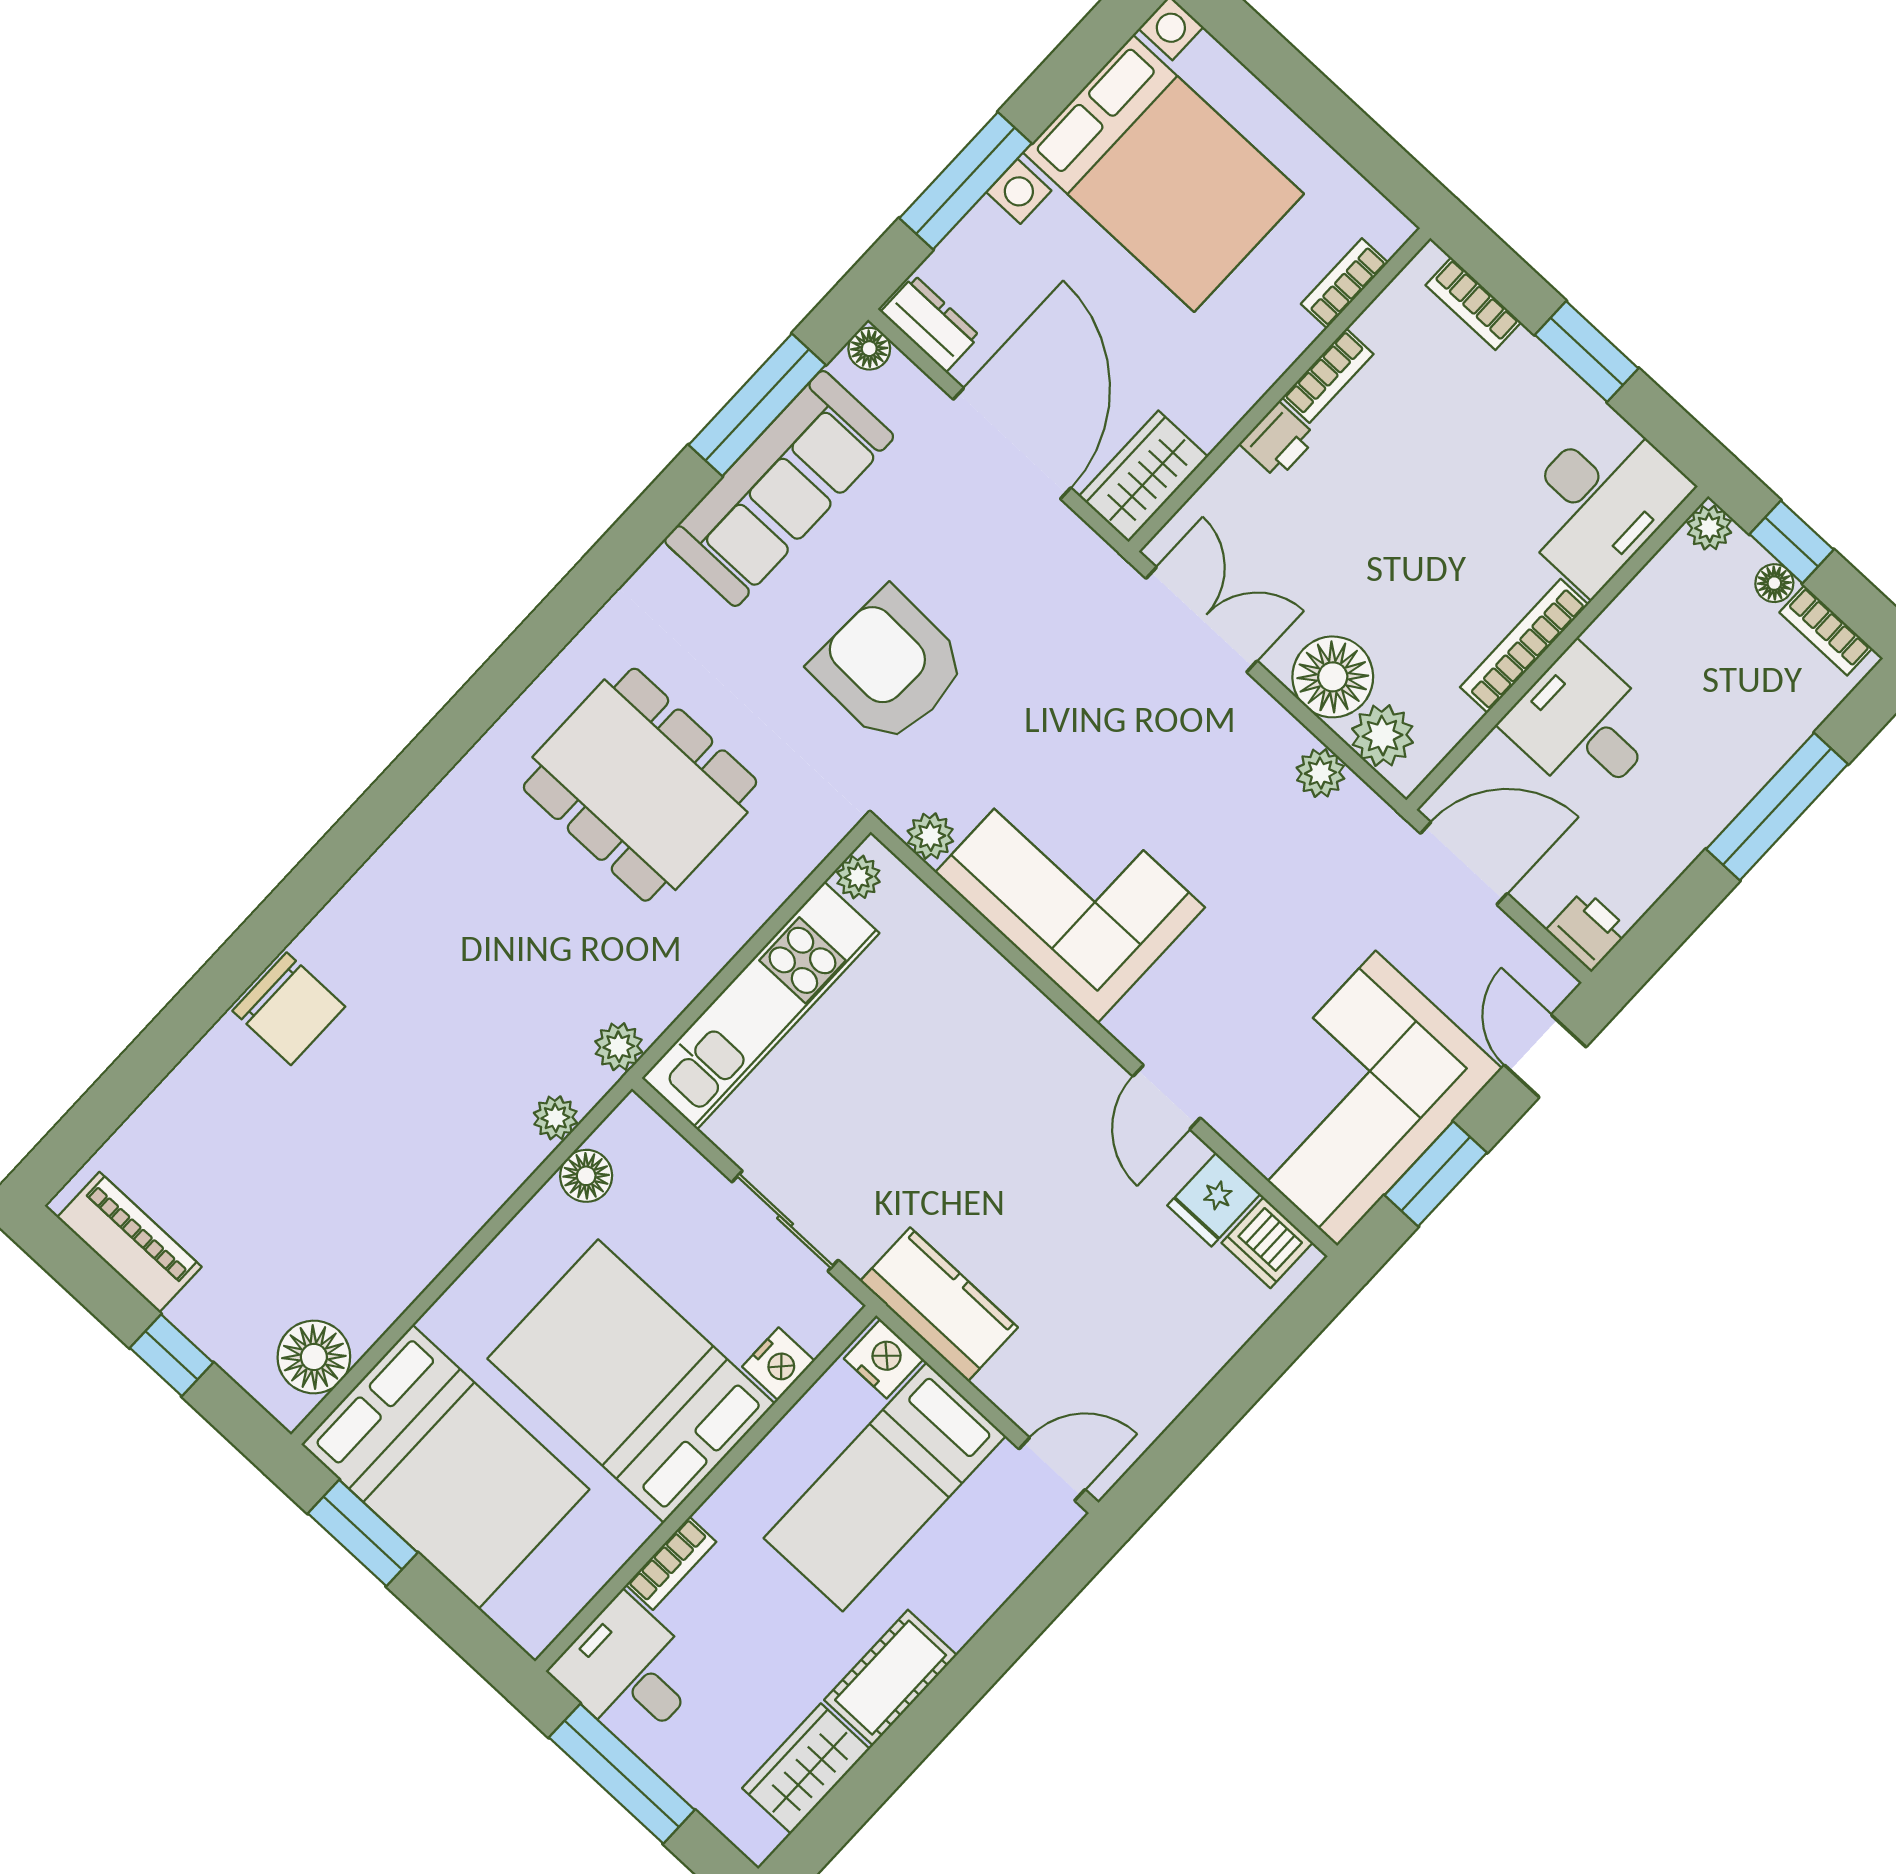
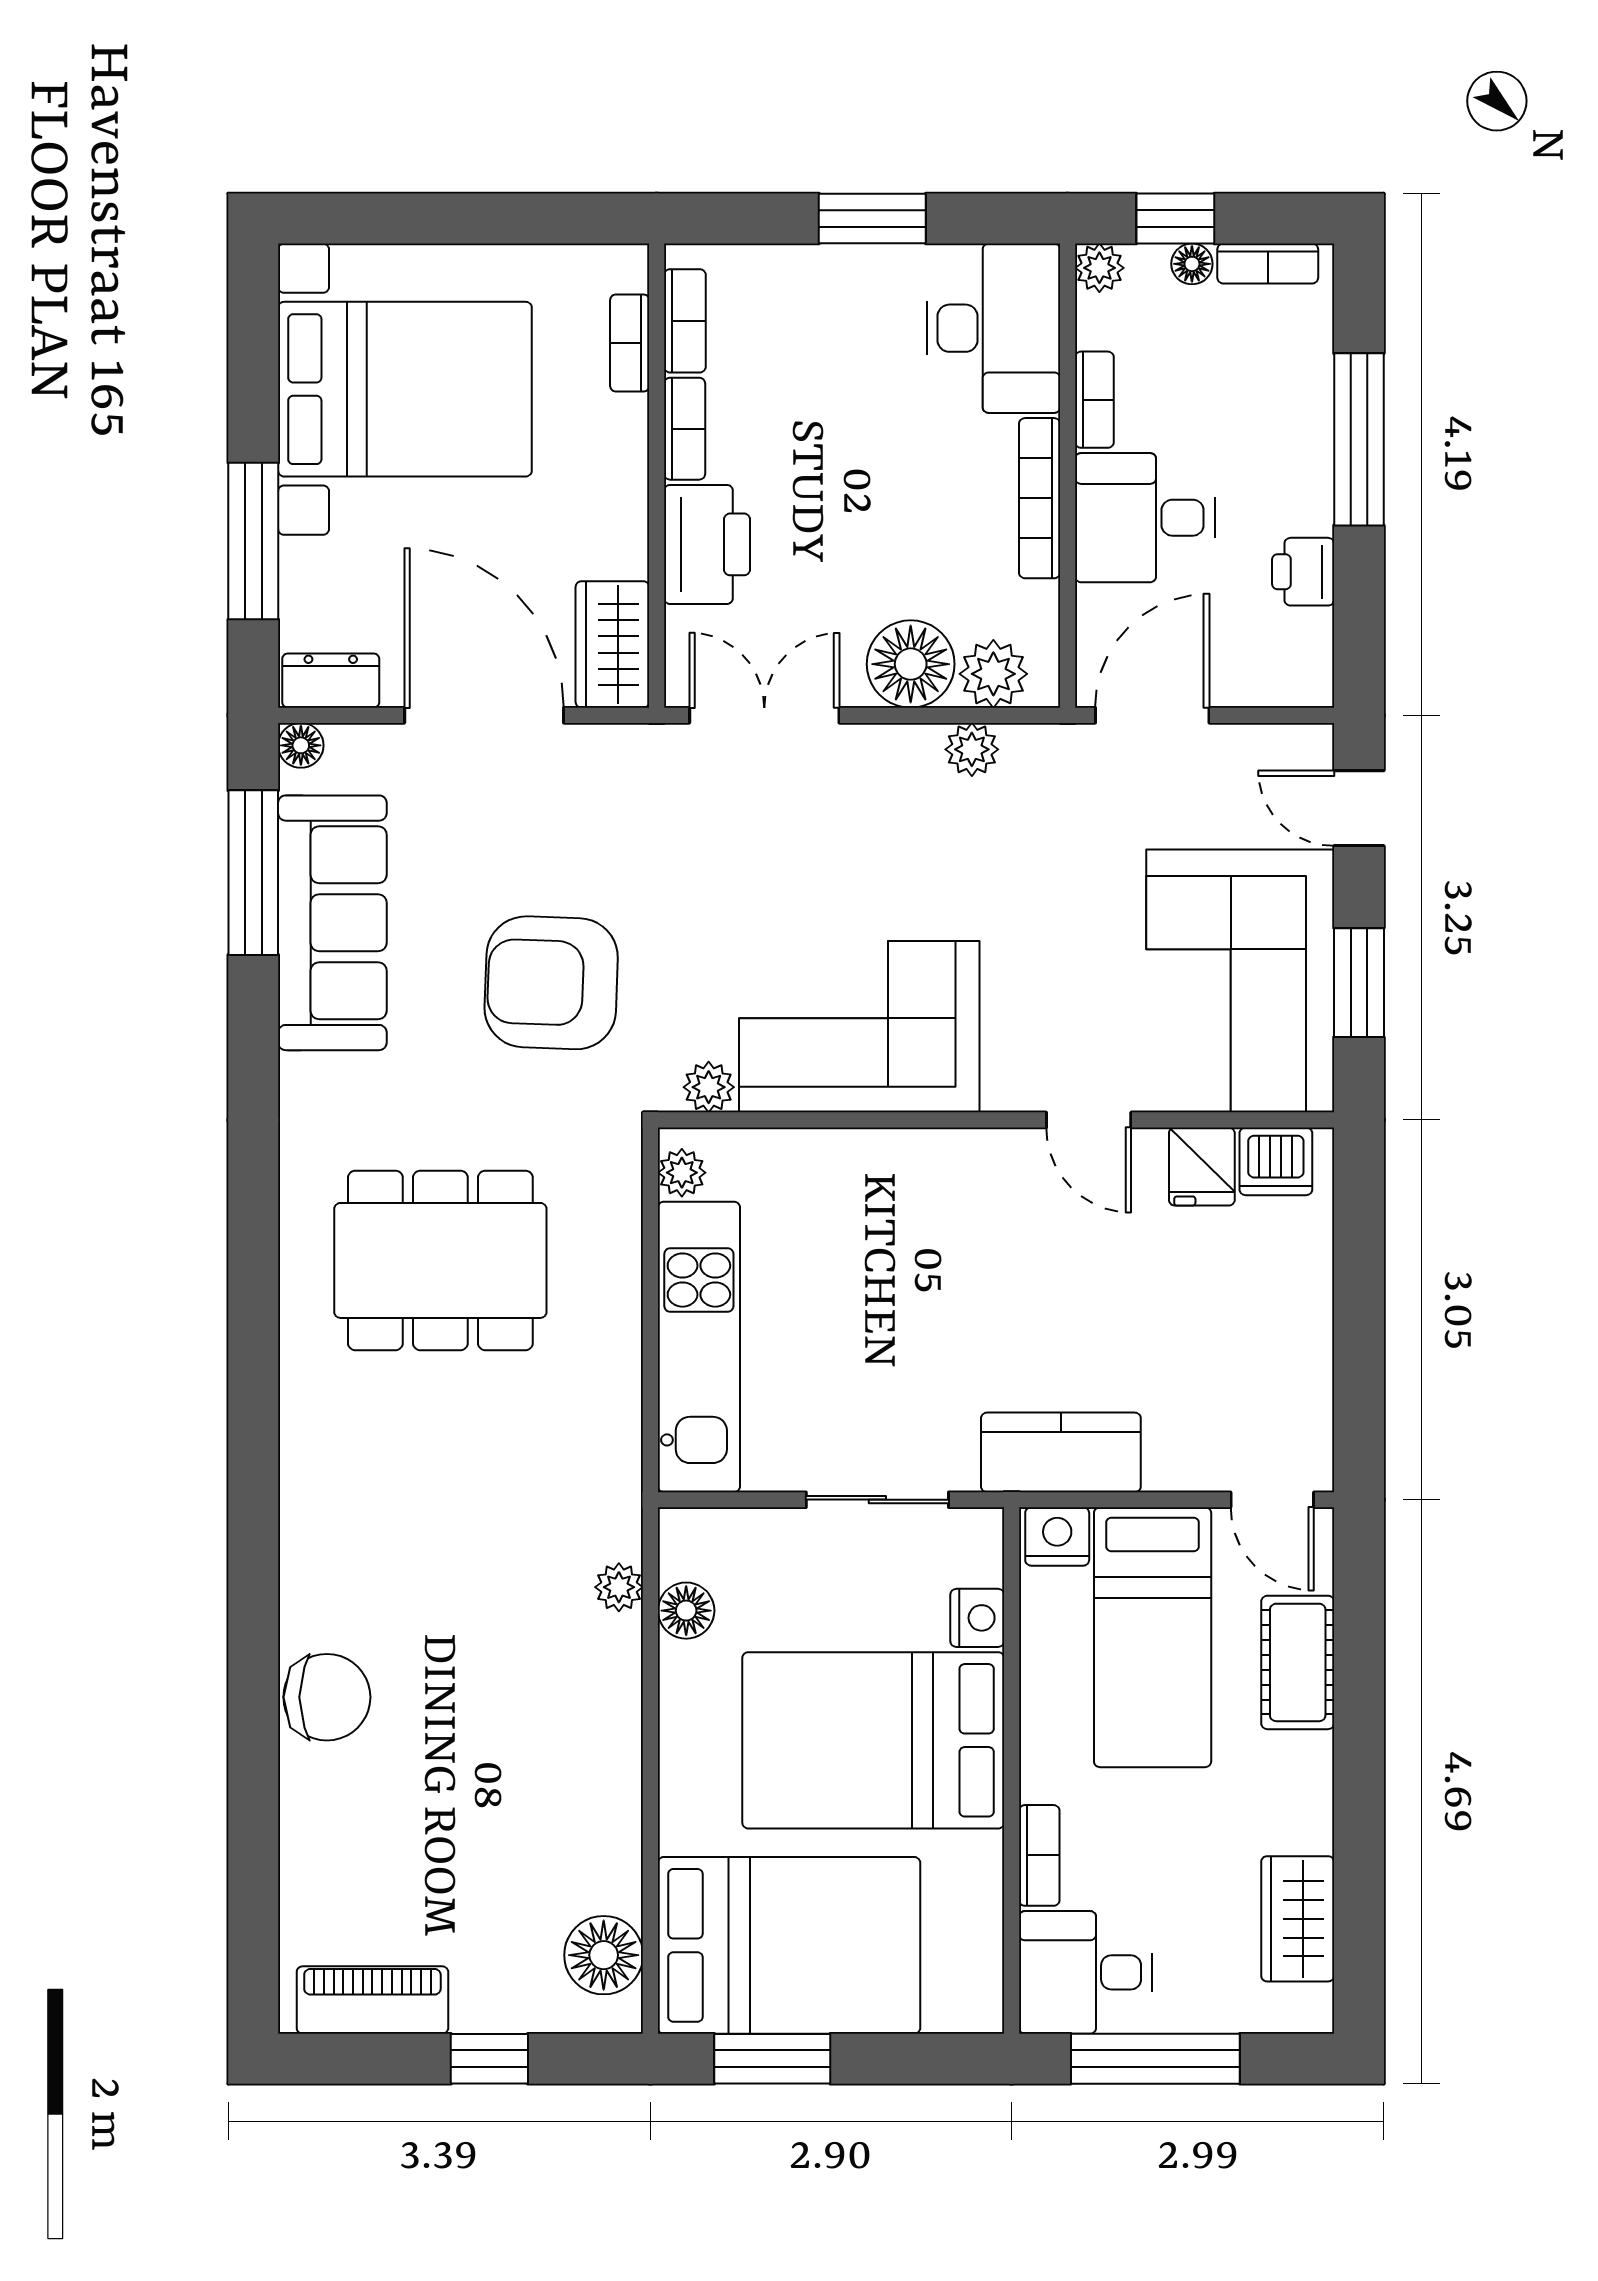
bookcase: (1473, 304) -> (685, 321), moved, turned -90
printer: (1278, 441) -> (707, 544), width x1.87, depth x1.48
bookcase: (1623, 614) -> (1094, 400), added
printer: (1588, 930) -> (1303, 572), moved, turned -90
plant: (619, 1047) -> (617, 1484), removed
door: (1052, 1469) -> (1272, 1500), swing flipped
cot: (891, 1678) -> (1298, 1662), moved

